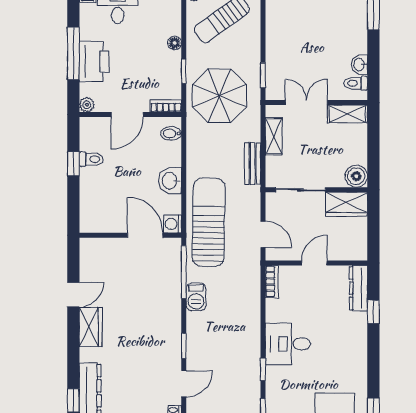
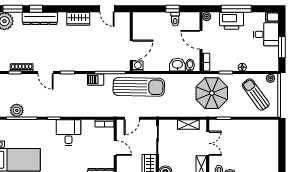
bench: (253, 163) -> (173, 112), removed
washbasin: (170, 181) -> (177, 65), moved
door: (73, 295) -> (107, 9), moved

